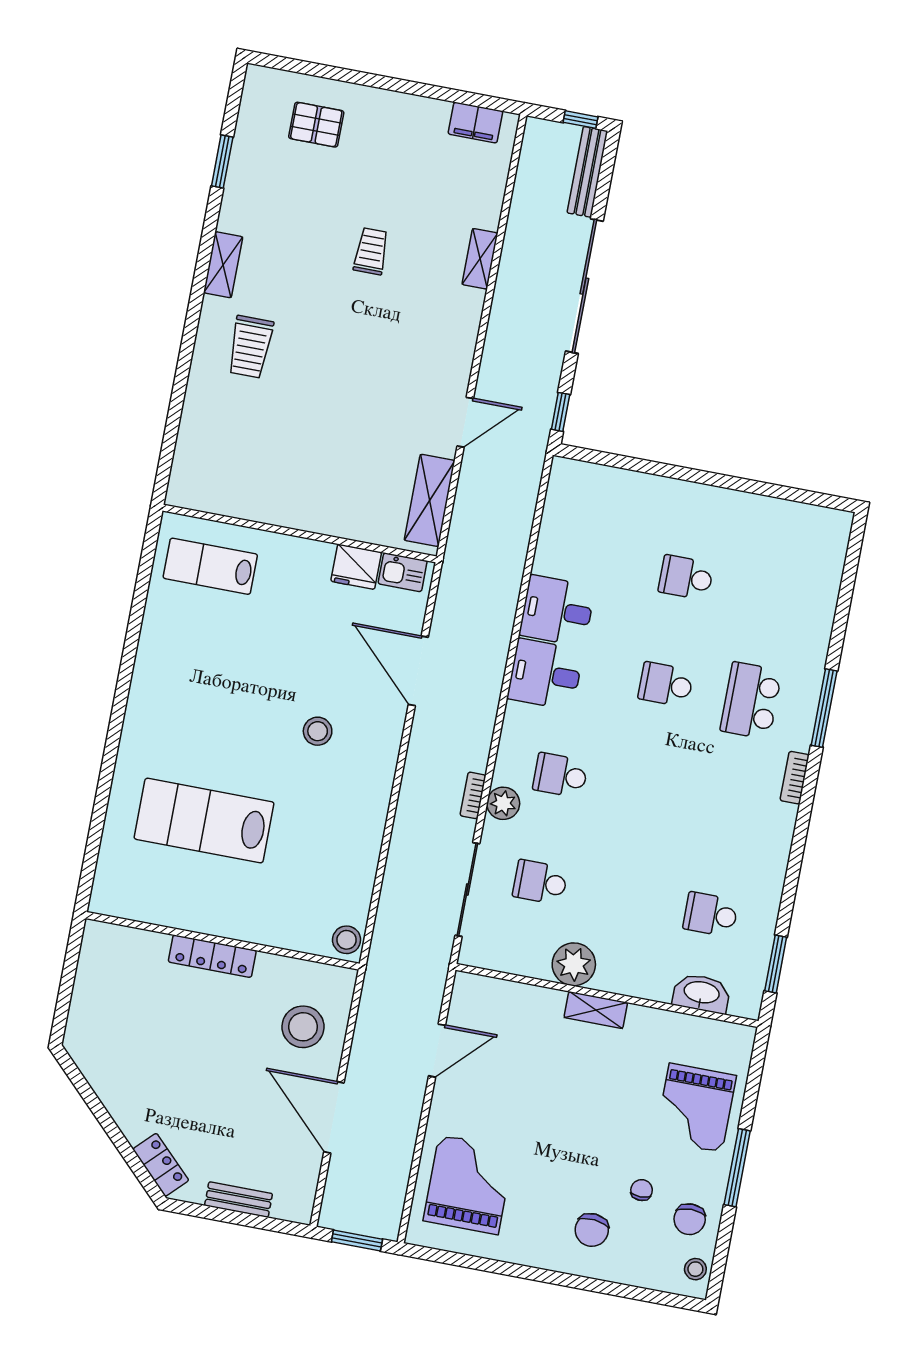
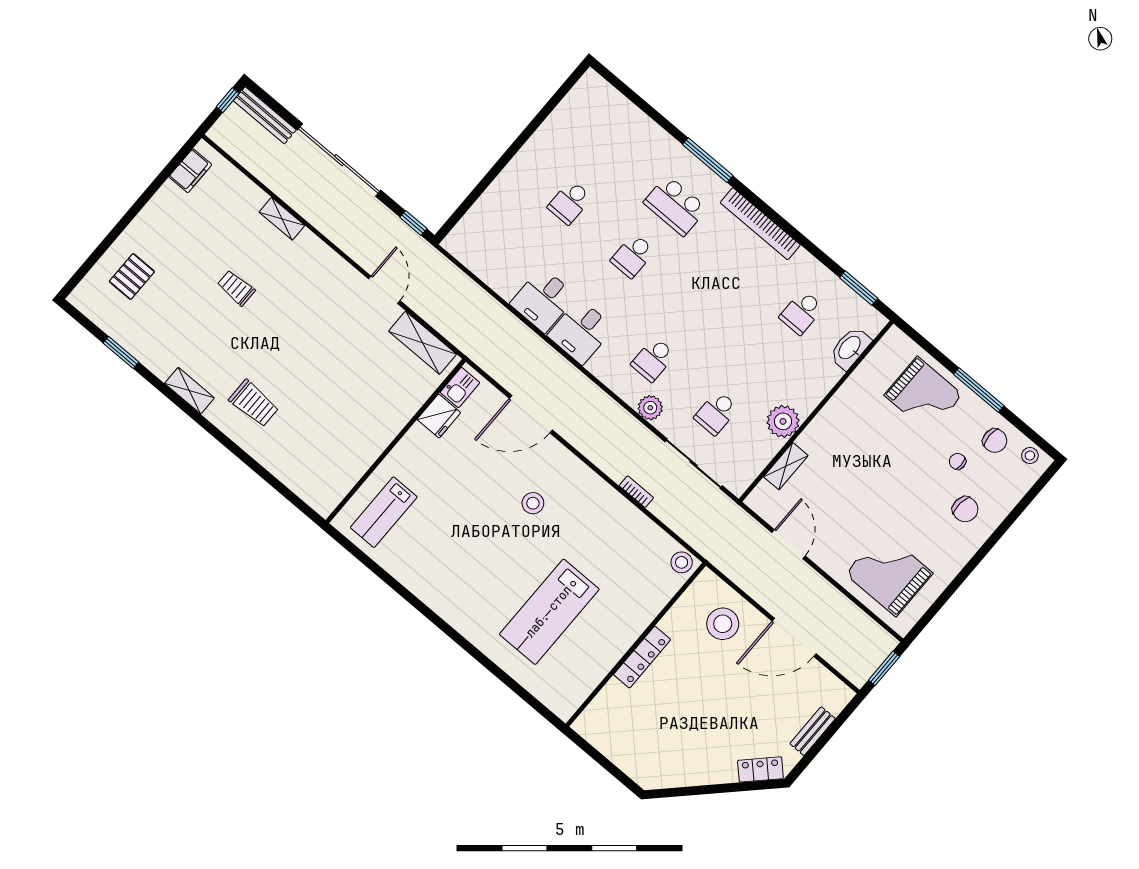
bookcase: (795, 778) -> (760, 224), width x2.31, depth x1.31
bookcase: (473, 795) -> (636, 492), moved, turned 180
shelving: (596, 1010) -> (786, 466), moved

